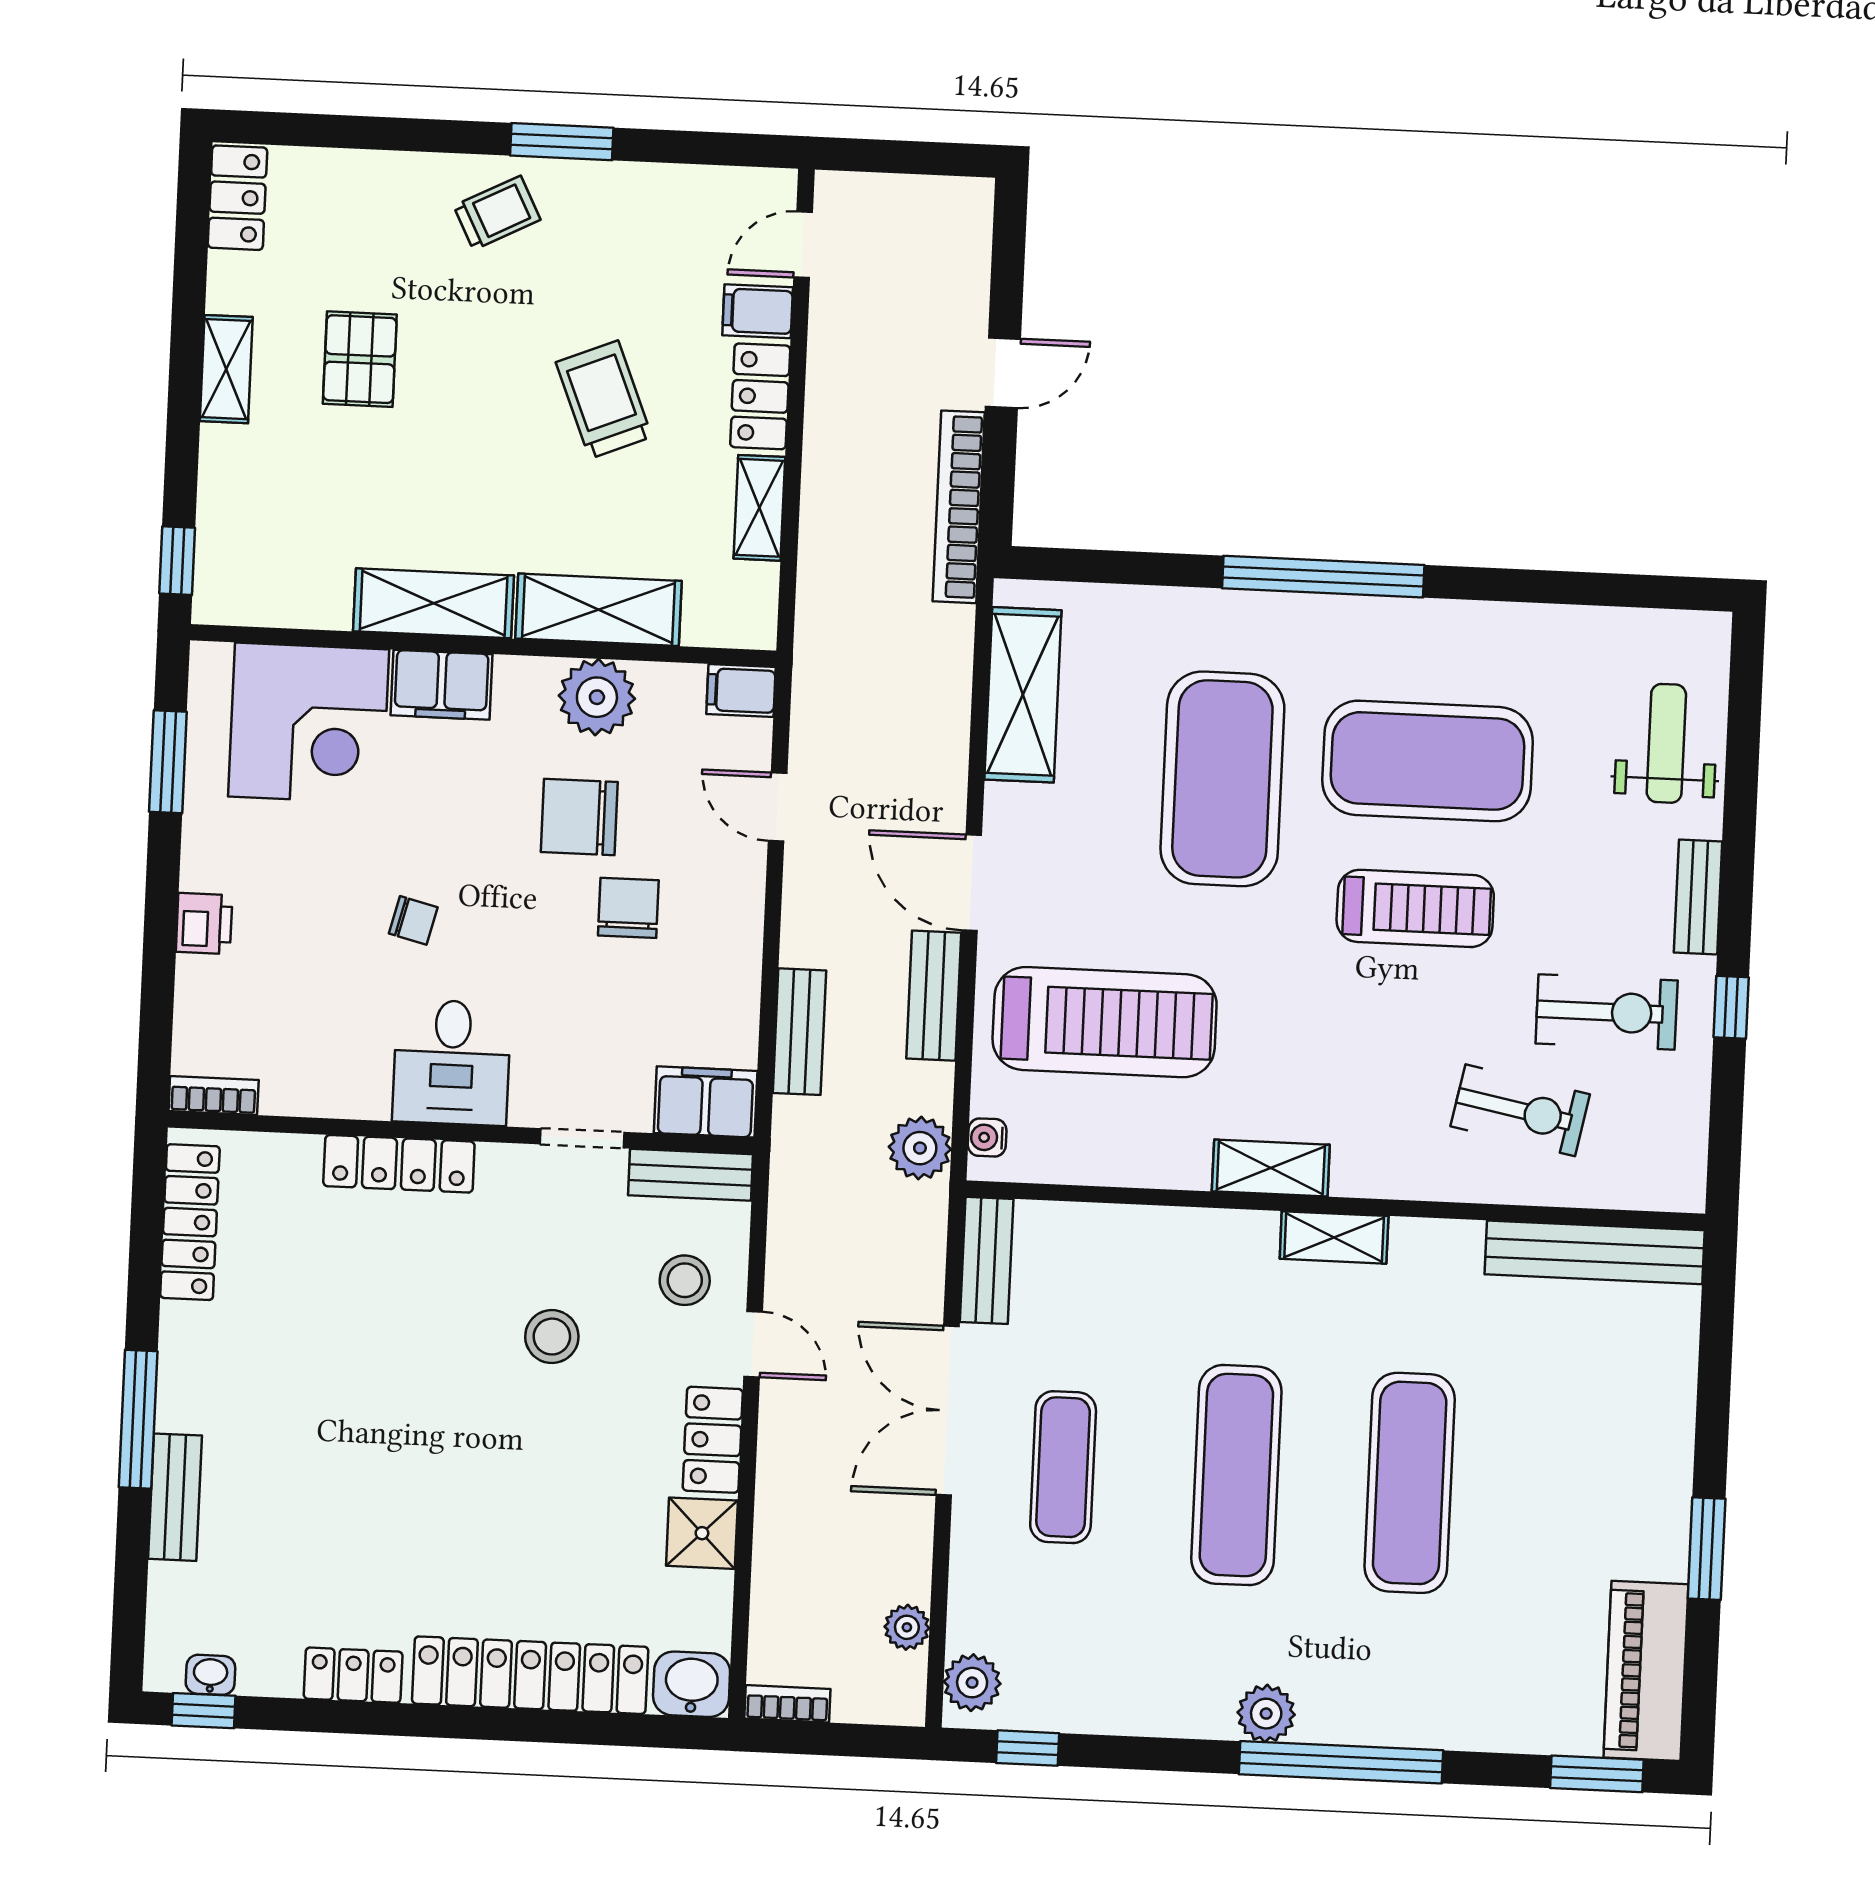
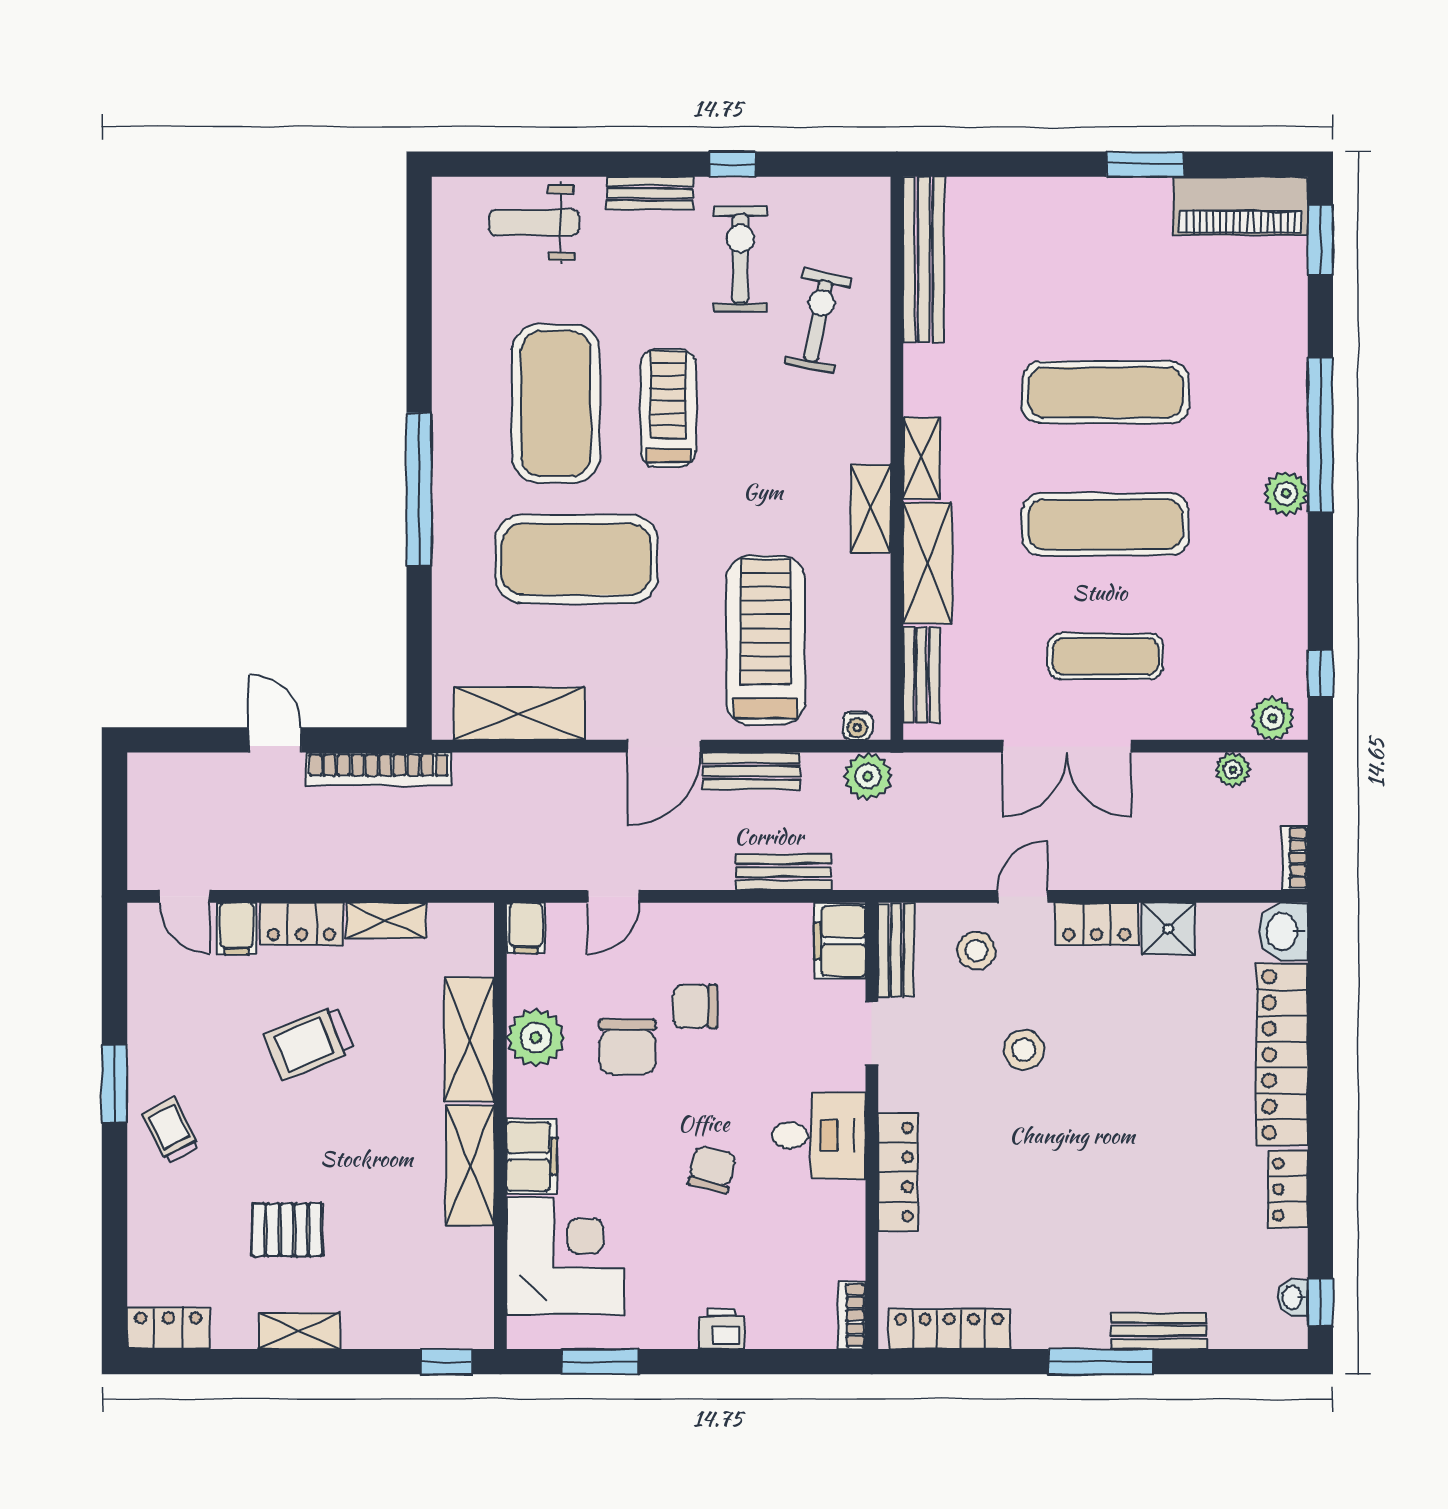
chair: (413, 920) -> (712, 1170), width x1.37, depth x1.37
shelving: (1196, 1239) -> (927, 563), added
bench: (987, 1260) -> (921, 675), moved, turned 90

